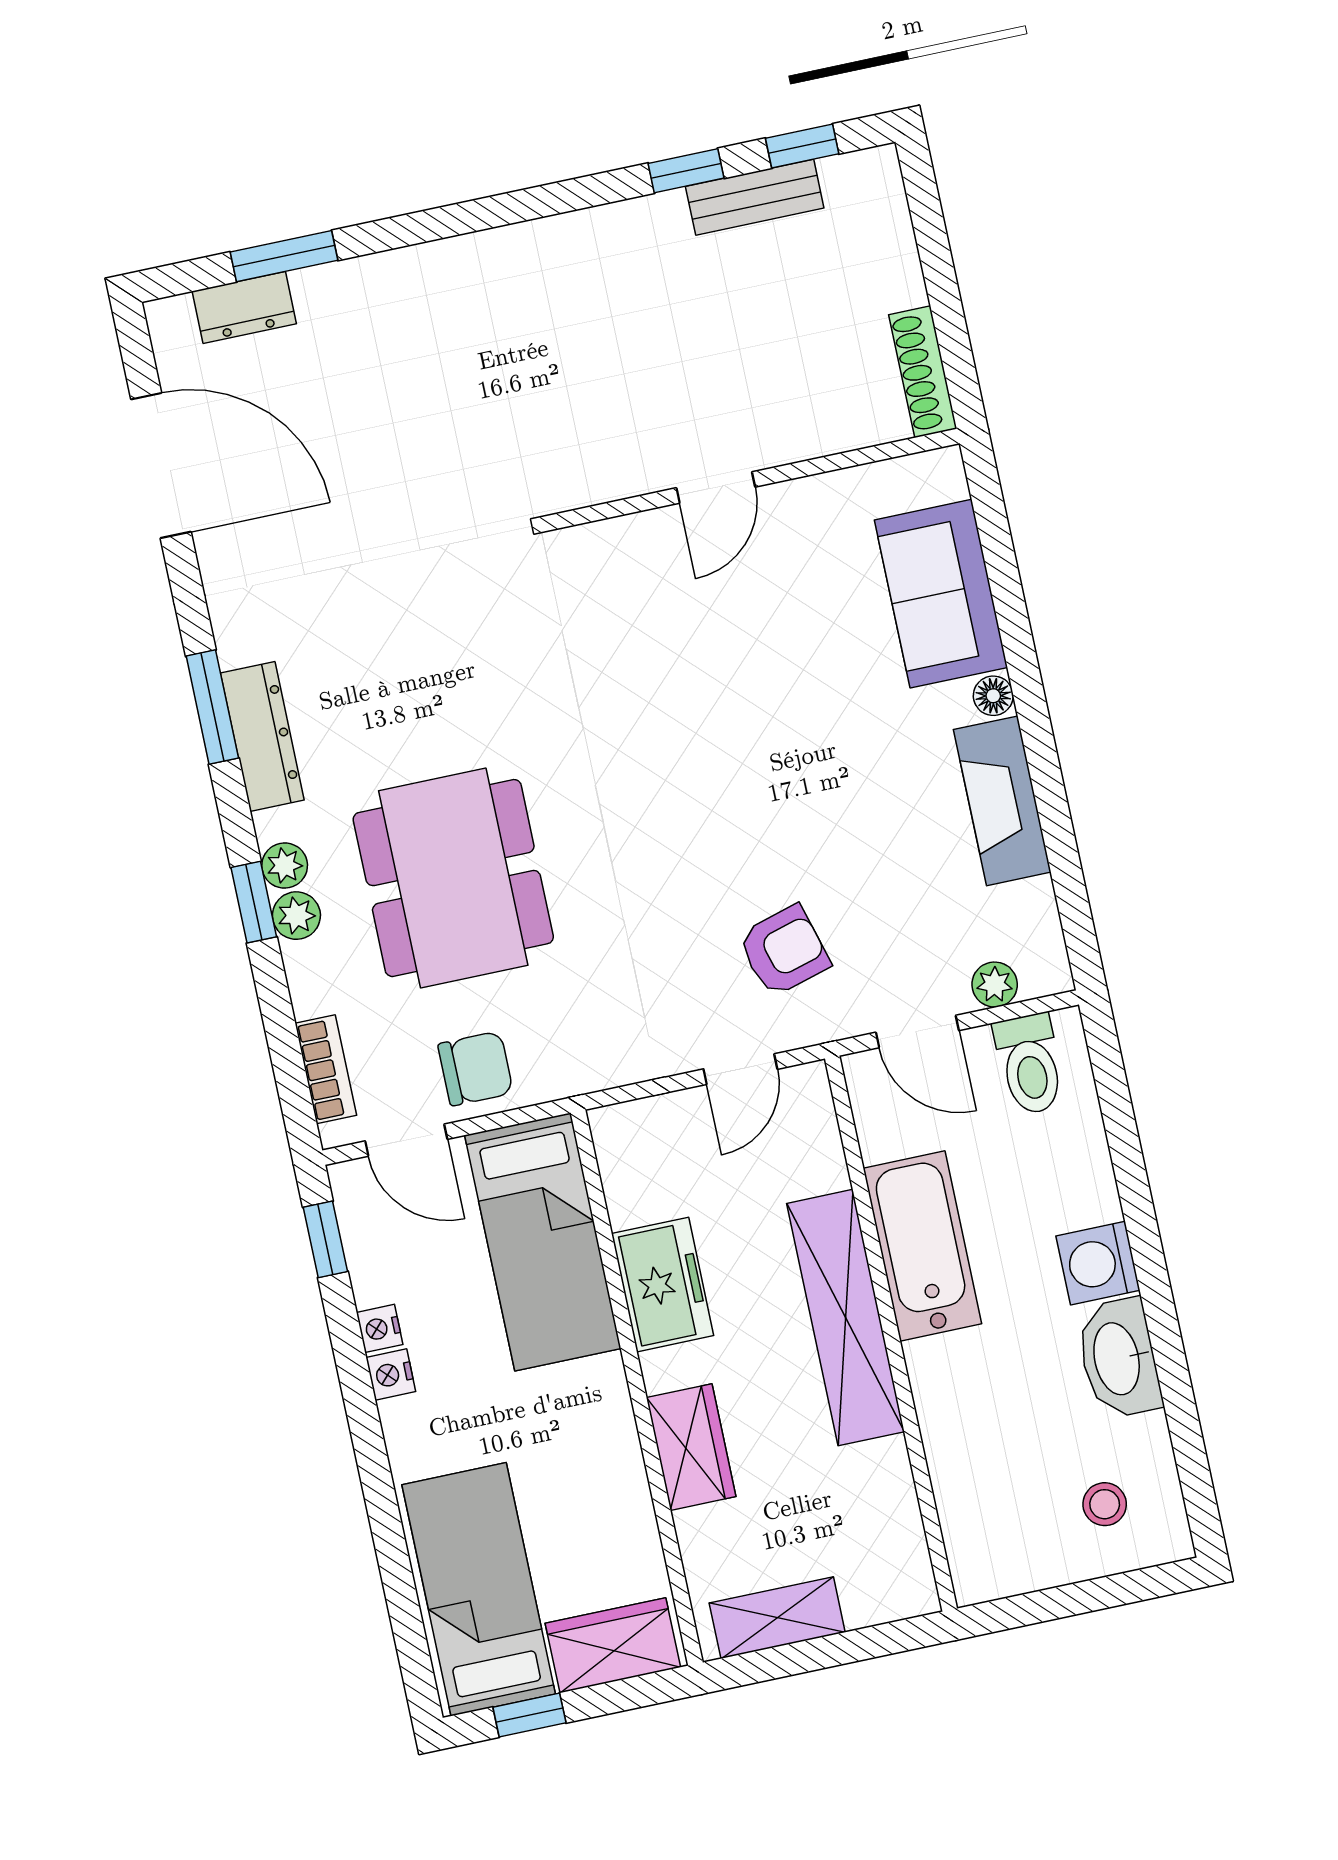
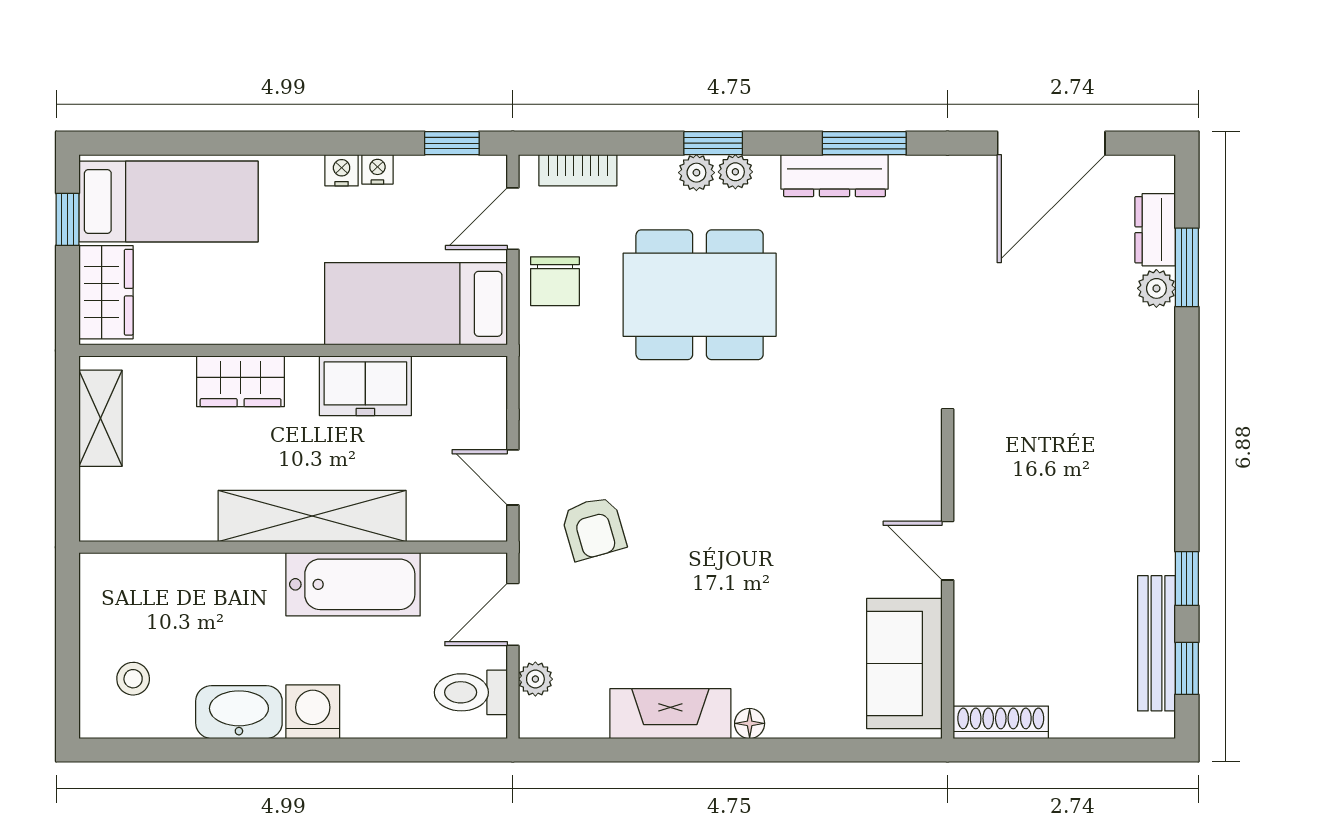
bench: (755, 197) -> (1157, 643), width x1.36
plant: (320, 290) -> (1156, 288), added
sofa: (941, 594) -> (904, 663), moved, turned -90

